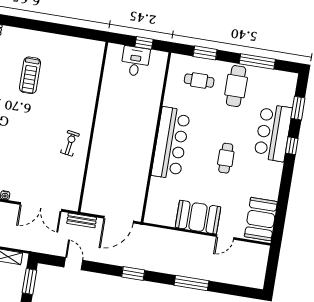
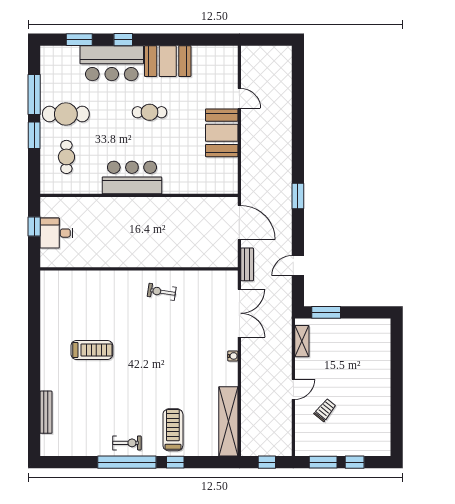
window: (205, 53) -> (34, 135), moved
bar counter: (171, 143) -> (132, 177), width x0.73
booth: (261, 219) -> (168, 61), moved
window: (191, 283) -> (298, 128), removed

